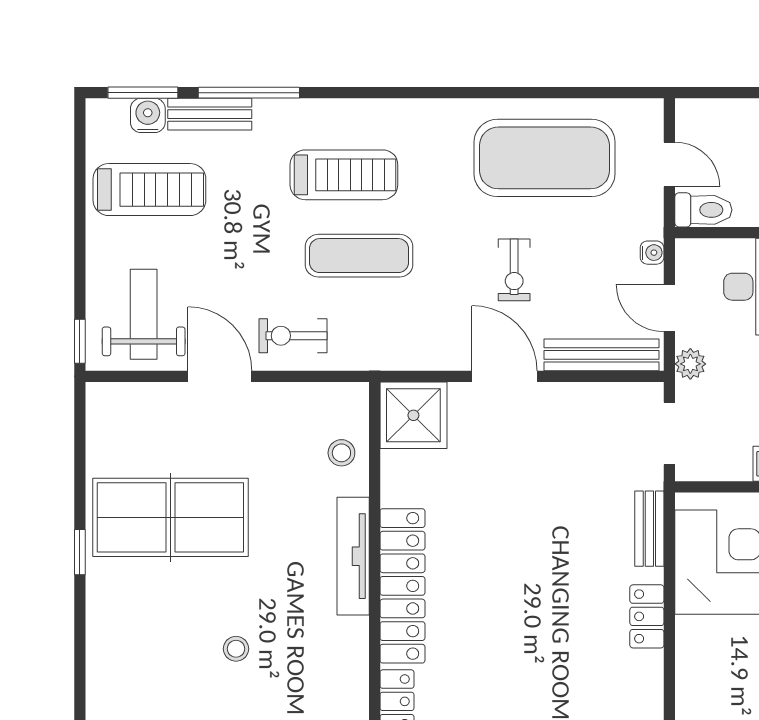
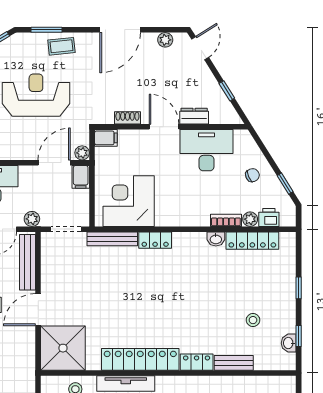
shower: (413, 415) -> (63, 348), width x1.37, depth x1.37
bench: (649, 529) -> (112, 239), width x1.36

